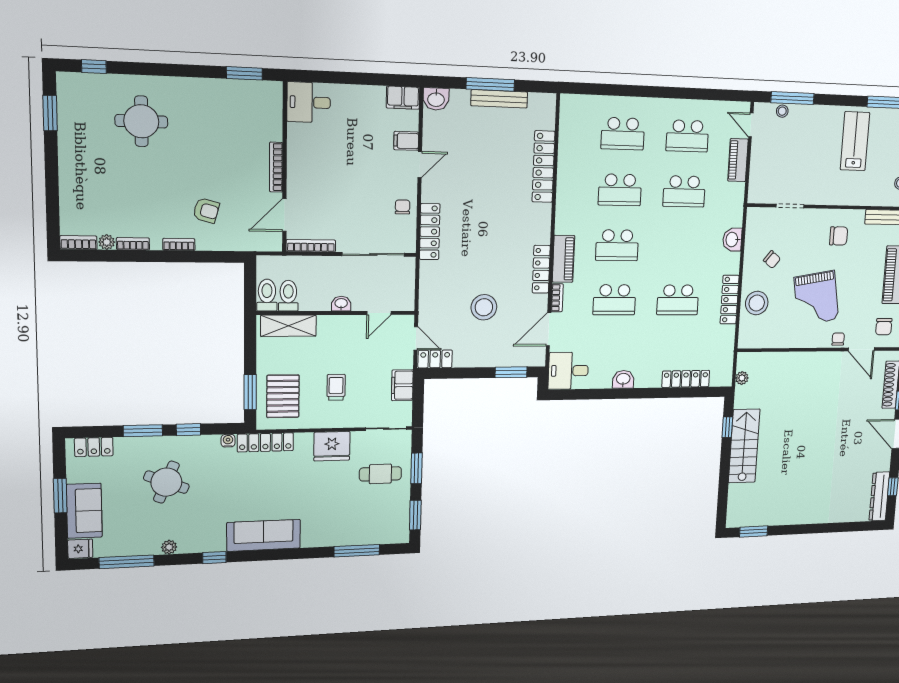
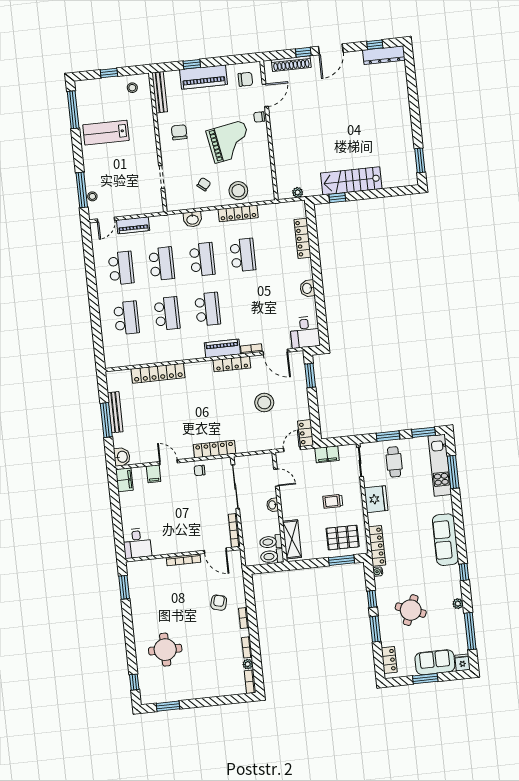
school desk: (614, 300) -> (202, 259), moved
kitchen unit: (368, 534) -> (440, 465), added

